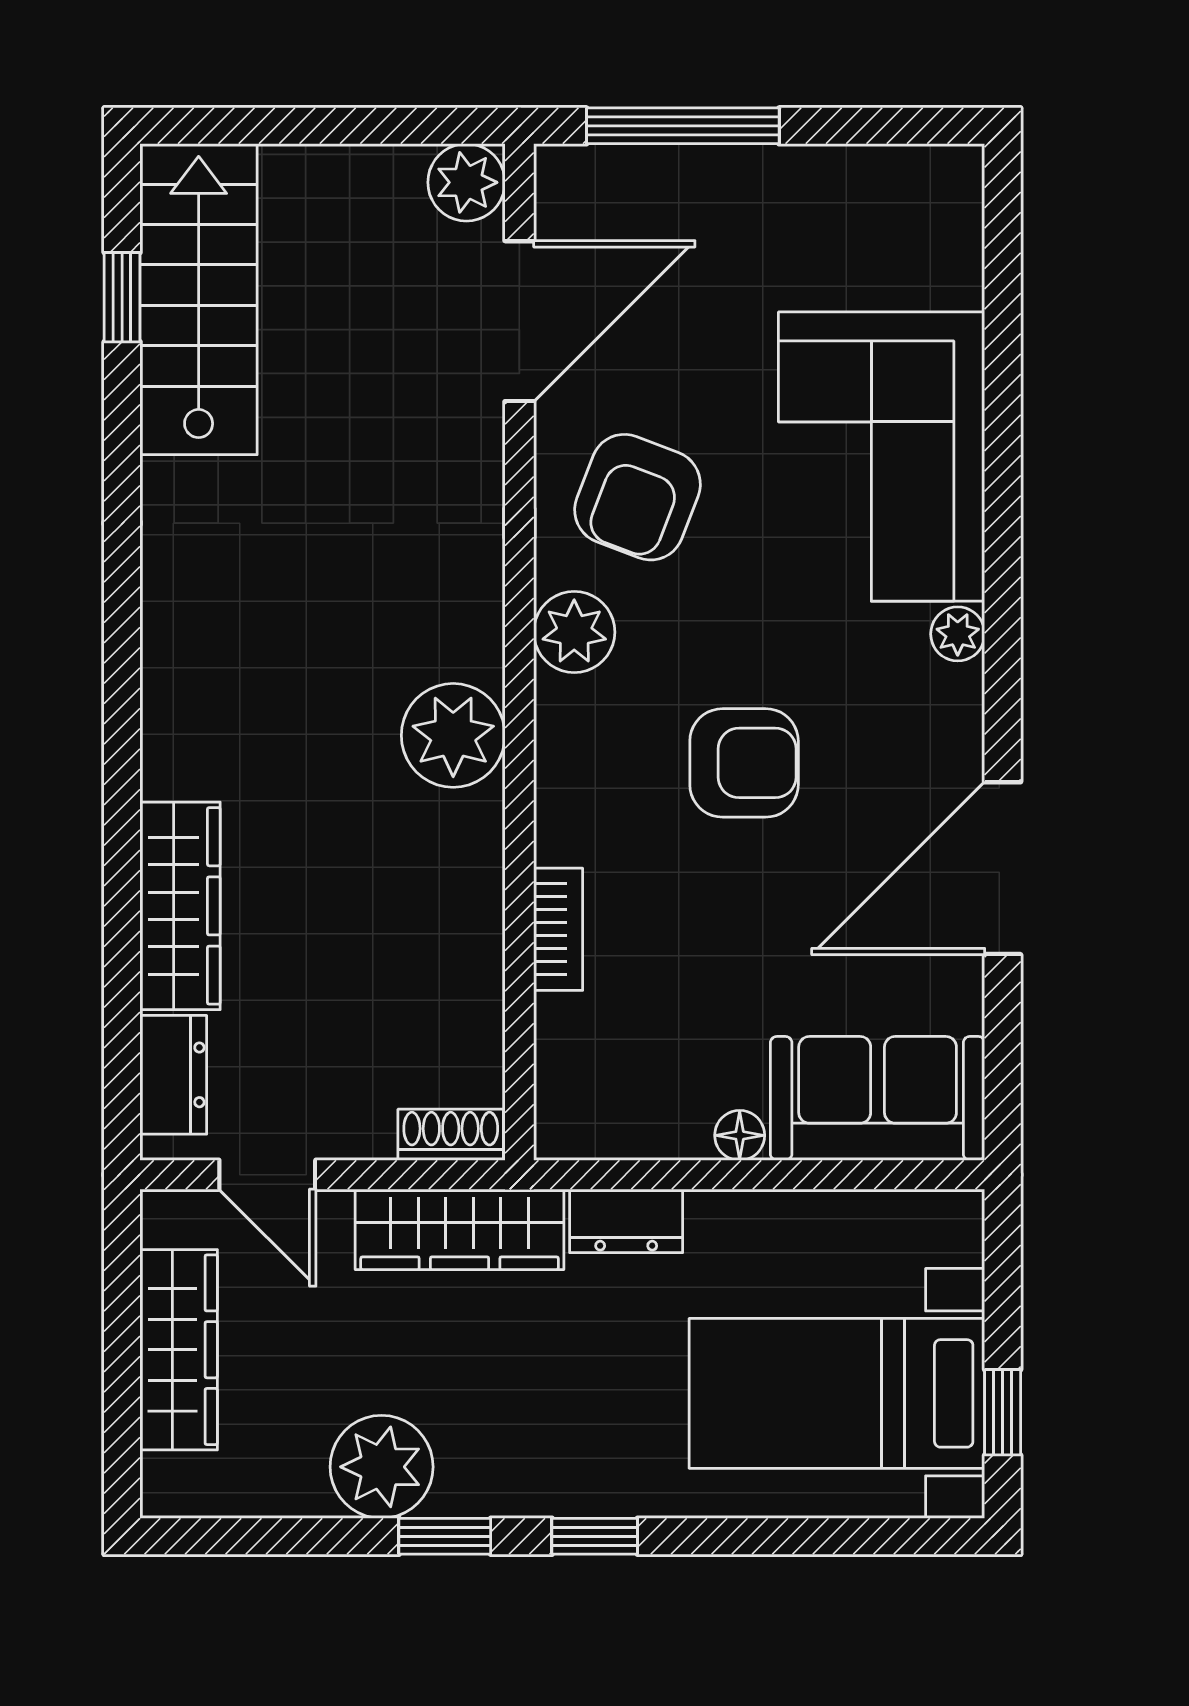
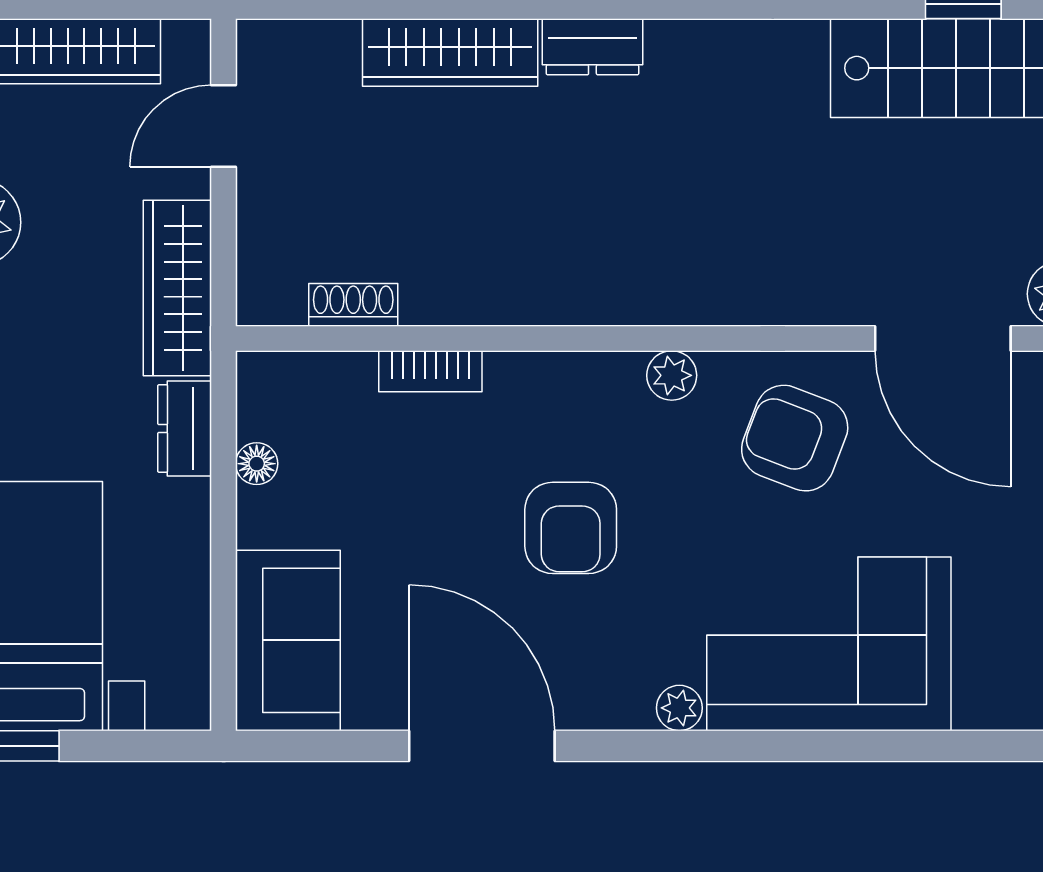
plant: (574, 632) -> (672, 375), width x0.73, depth x0.73
plant: (453, 735) -> (594, 283), removed
dresser: (173, 1075) -> (592, 47), moved
shoe rack: (451, 1135) -> (353, 305), moved, turned -90
floor lamp: (740, 1135) -> (257, 464), moved

